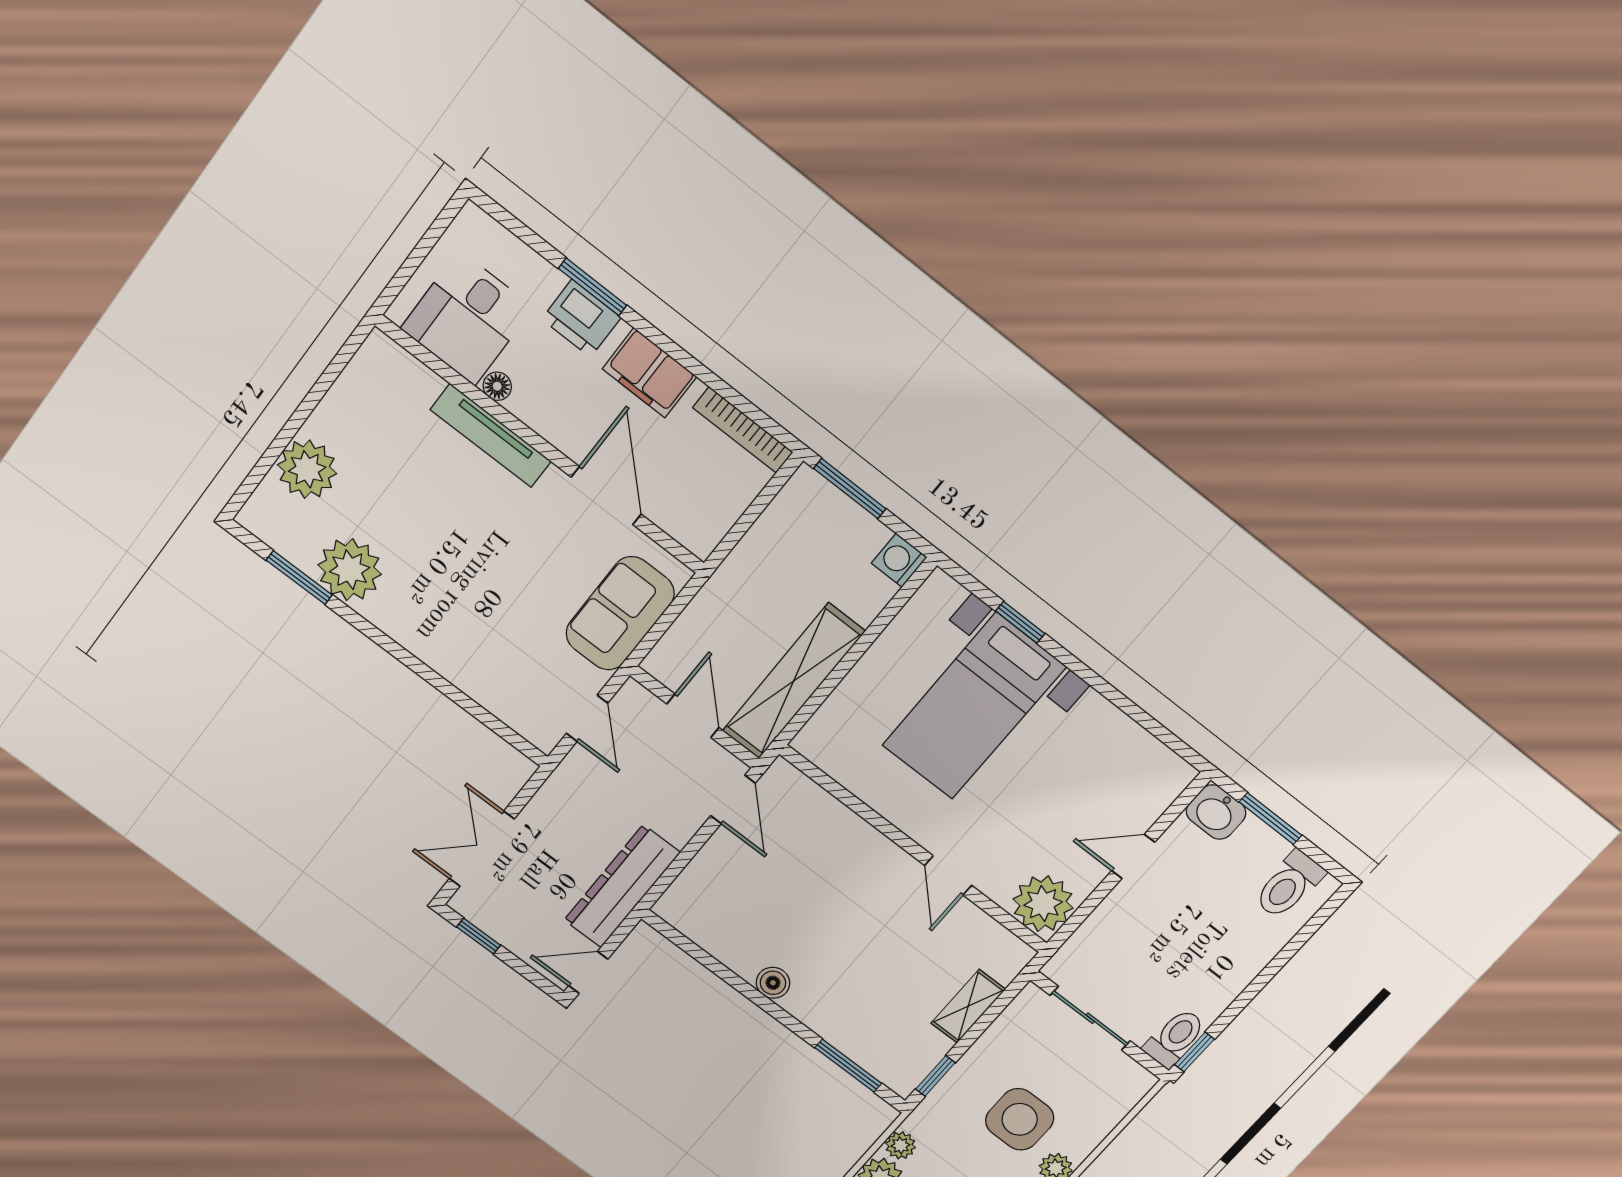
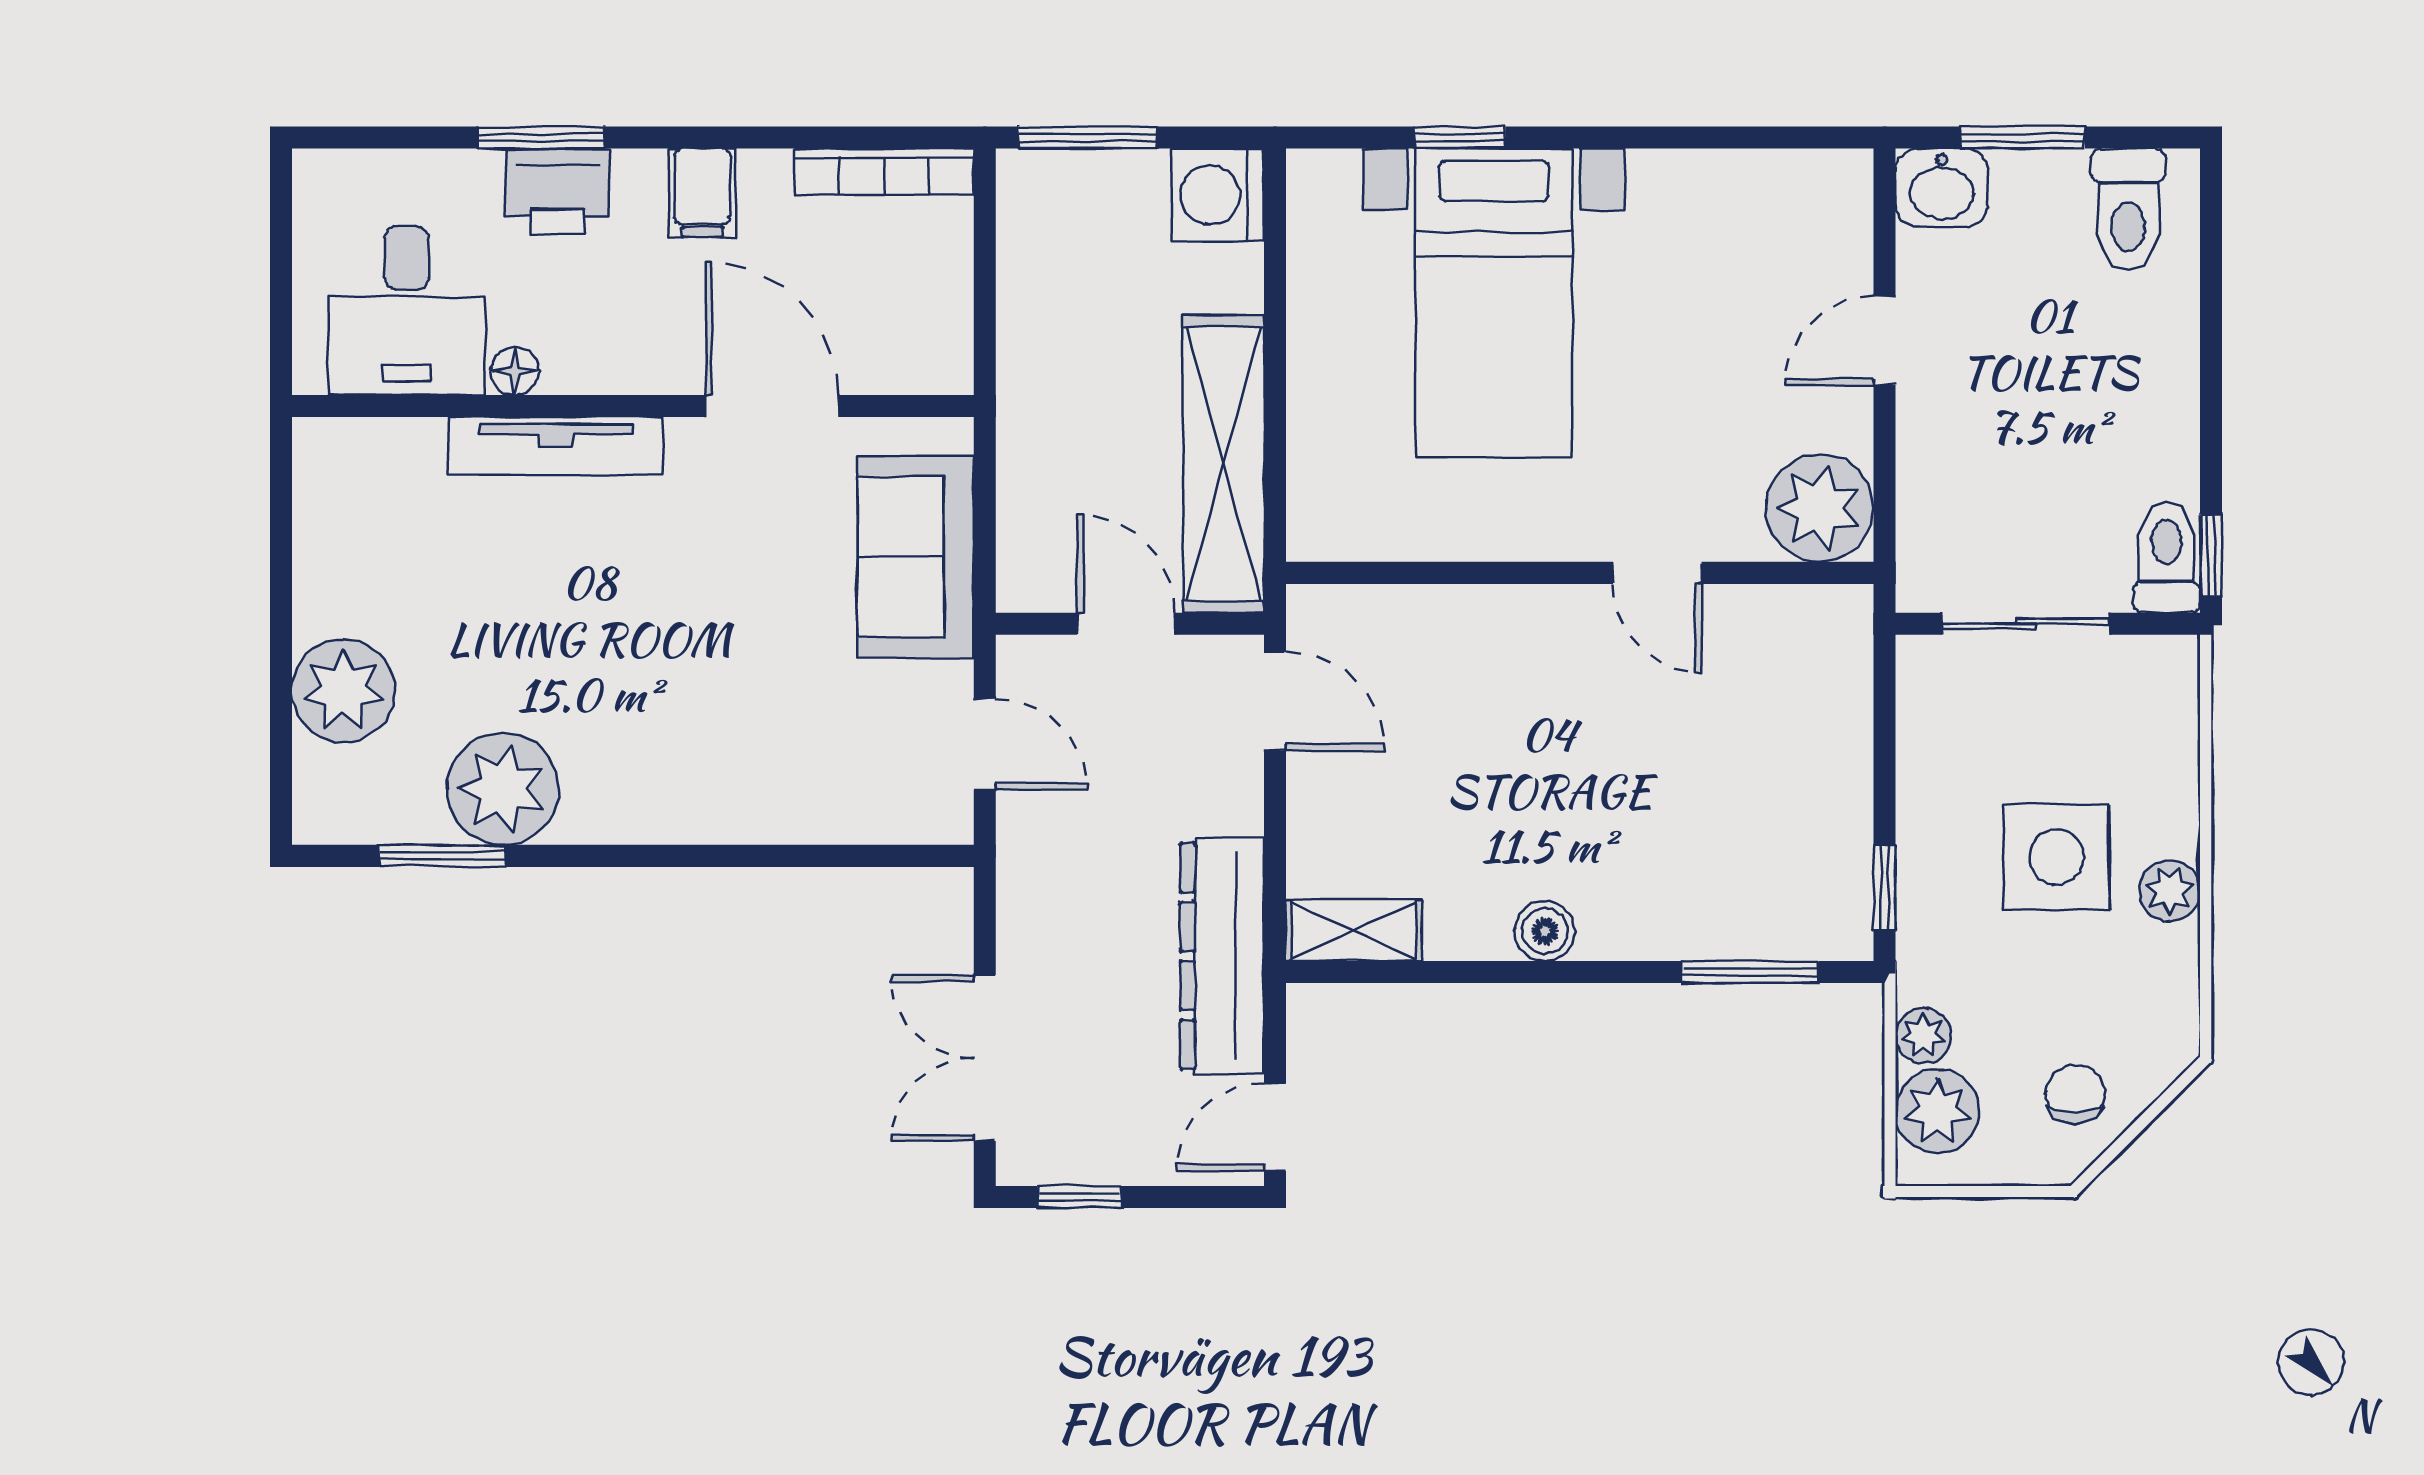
filing cabinet: (649, 373) -> (702, 193), width x0.50
washing machine: (899, 560) -> (1218, 195), width x1.38, depth x1.38
shelving: (968, 1006) -> (1354, 931), moved, turned 90

